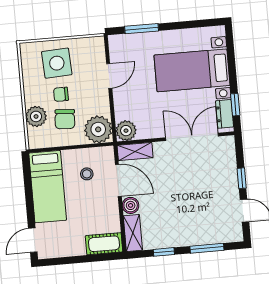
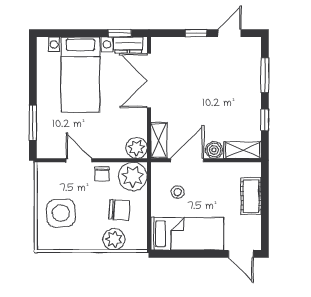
chair: (61, 94) -> (102, 174), moved
cot: (104, 244) -> (251, 196), moved

